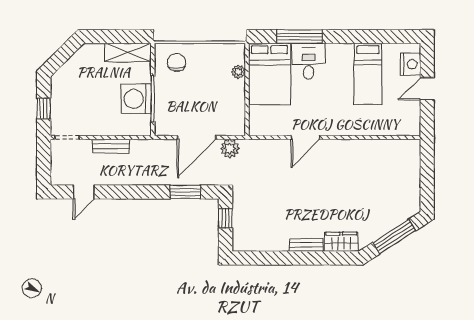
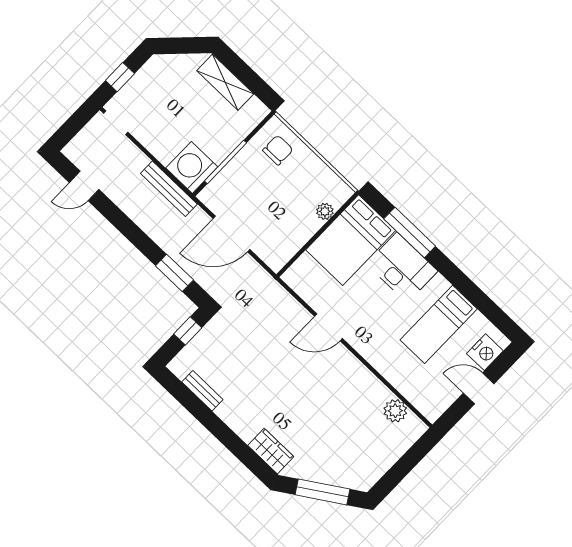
shelving: (128, 52) -> (225, 82), moved
desk: (308, 61) -> (402, 267), width x1.37
washing machine: (136, 99) -> (192, 167), moved
bench: (111, 146) -> (169, 189), moved, width x1.36
plant: (230, 149) -> (395, 411), moved
bench: (306, 245) -> (202, 391), moved

